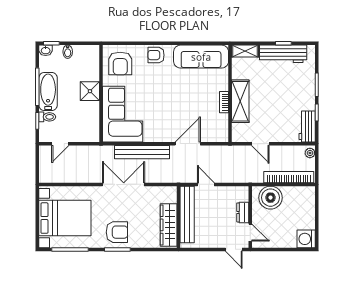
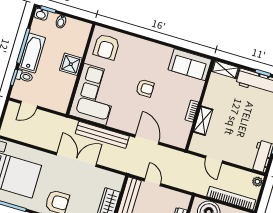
armchair: (156, 55) -> (145, 88), moved, turned 180
sofa: (201, 57) -> (190, 65), width x0.73
shelving: (240, 101) -> (203, 121), width x0.67, depth x0.75
door: (188, 144) -> (147, 140), hinge flipped

